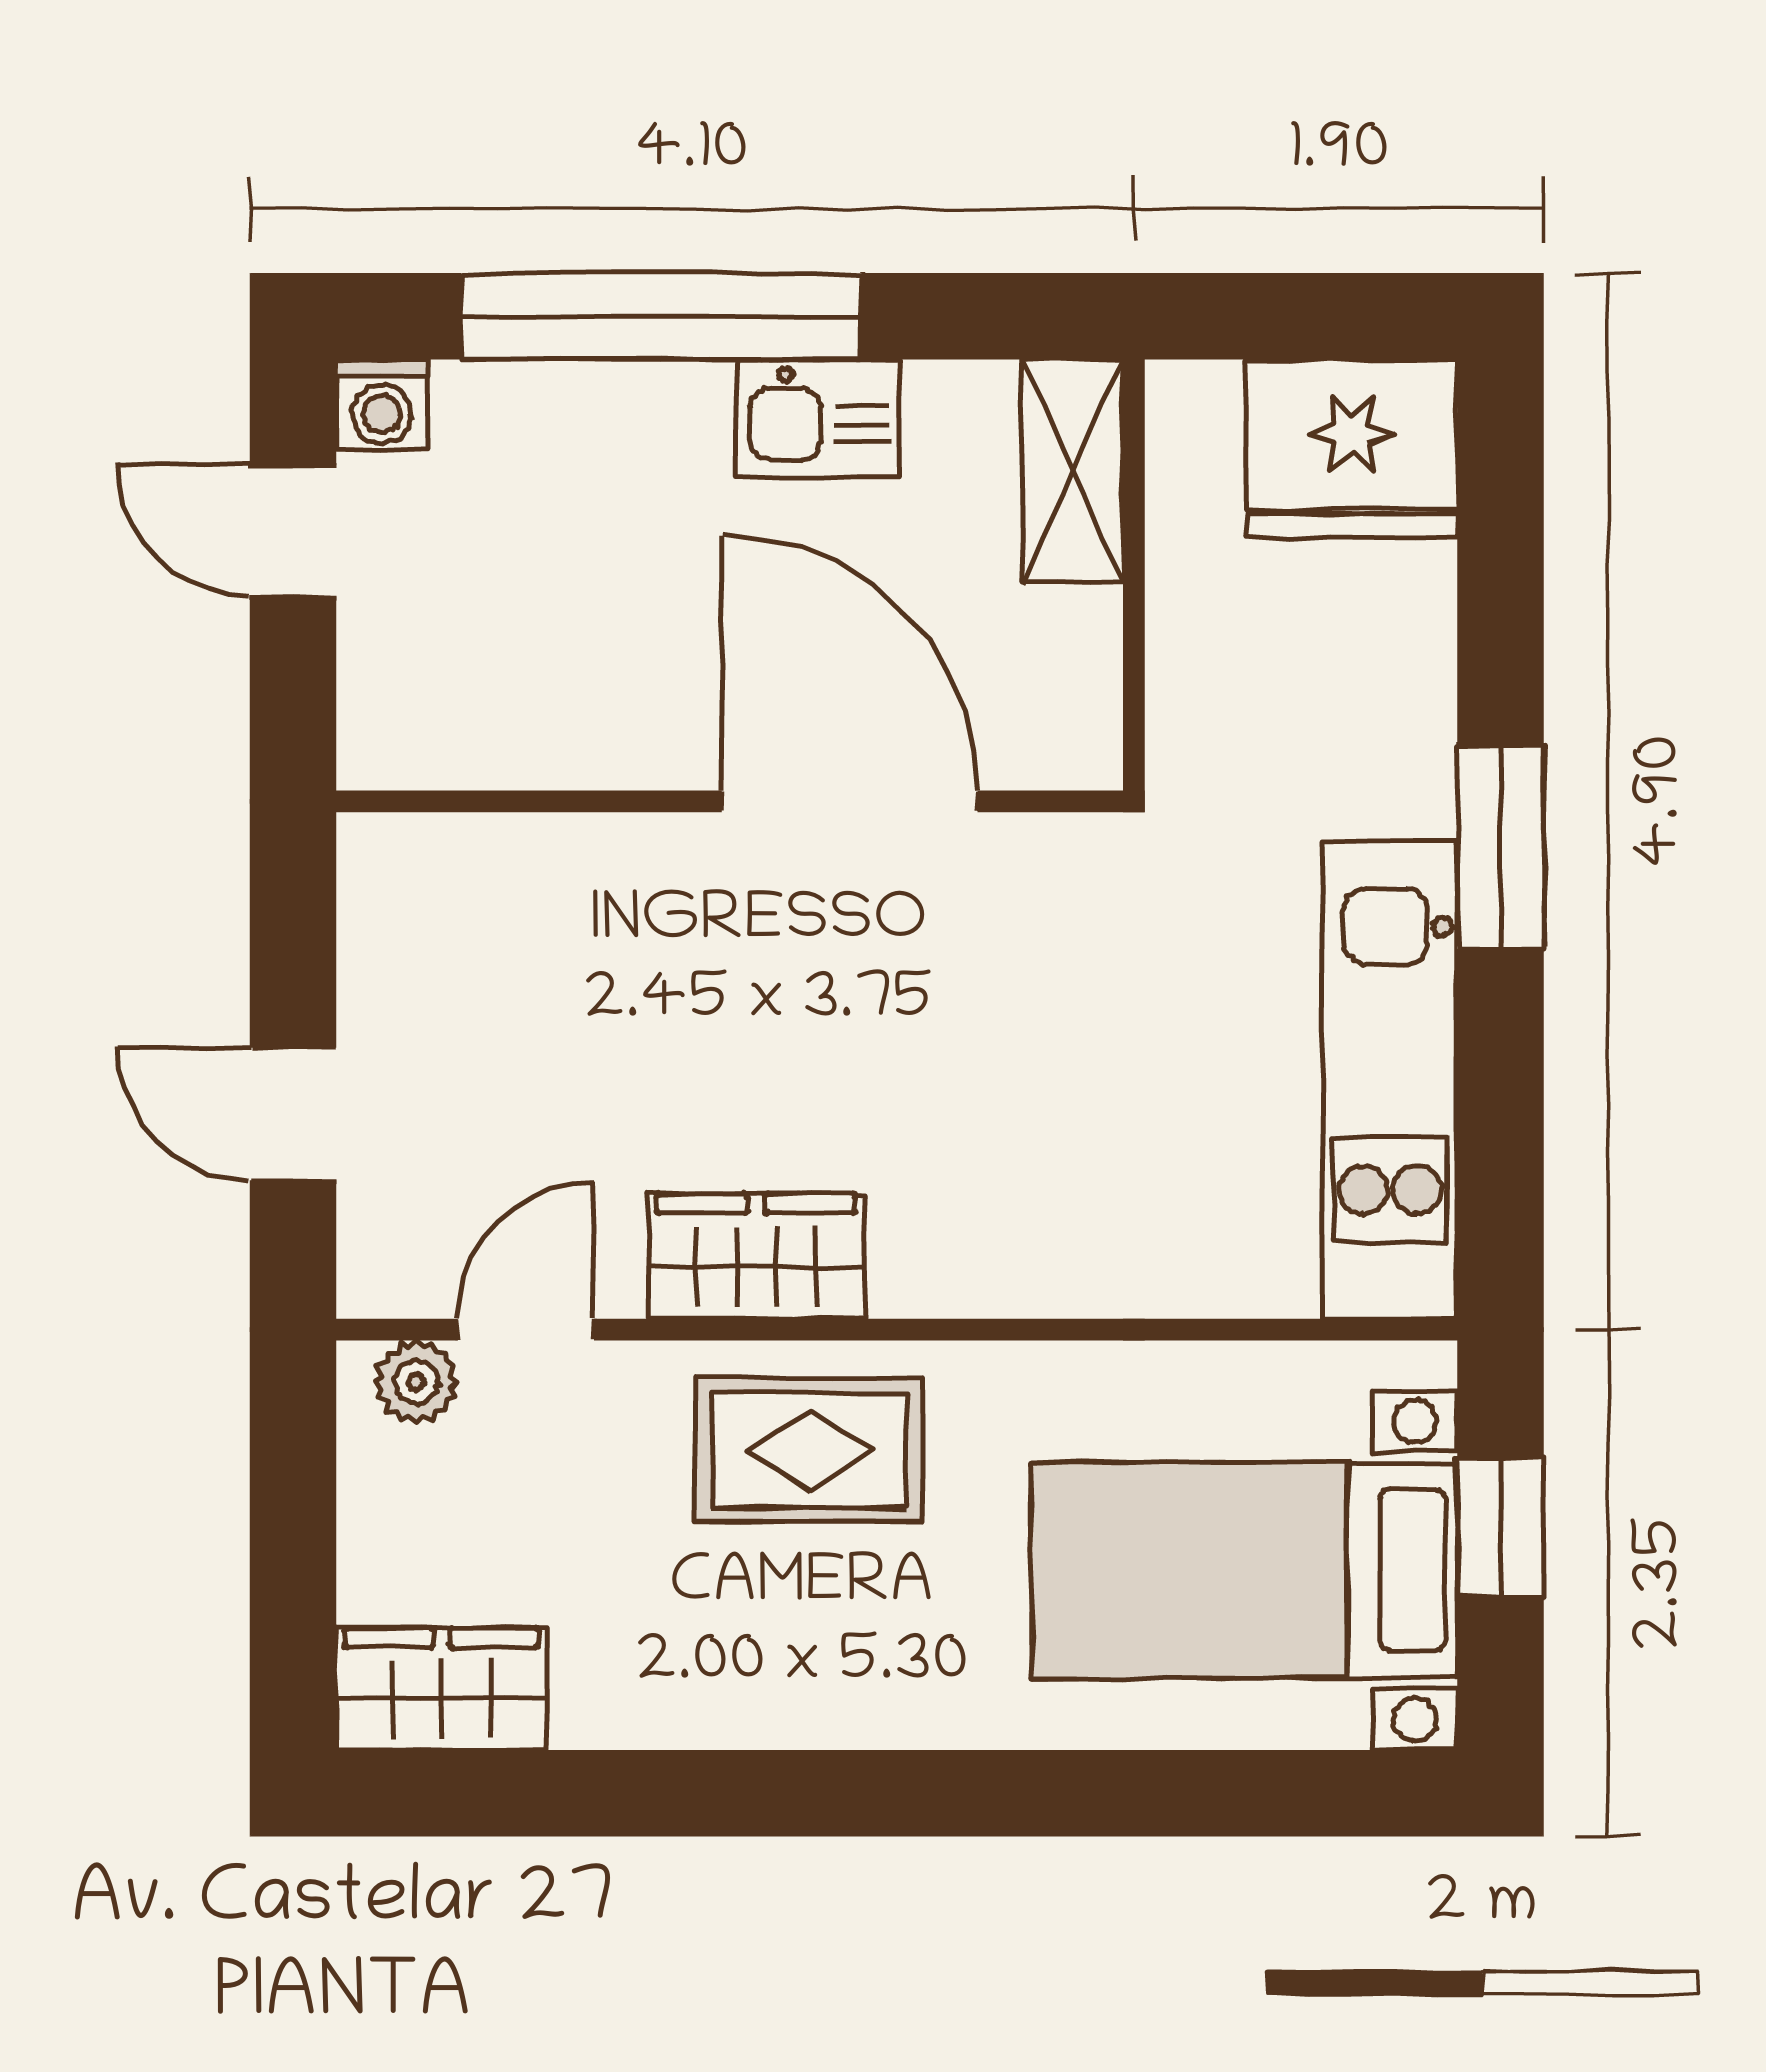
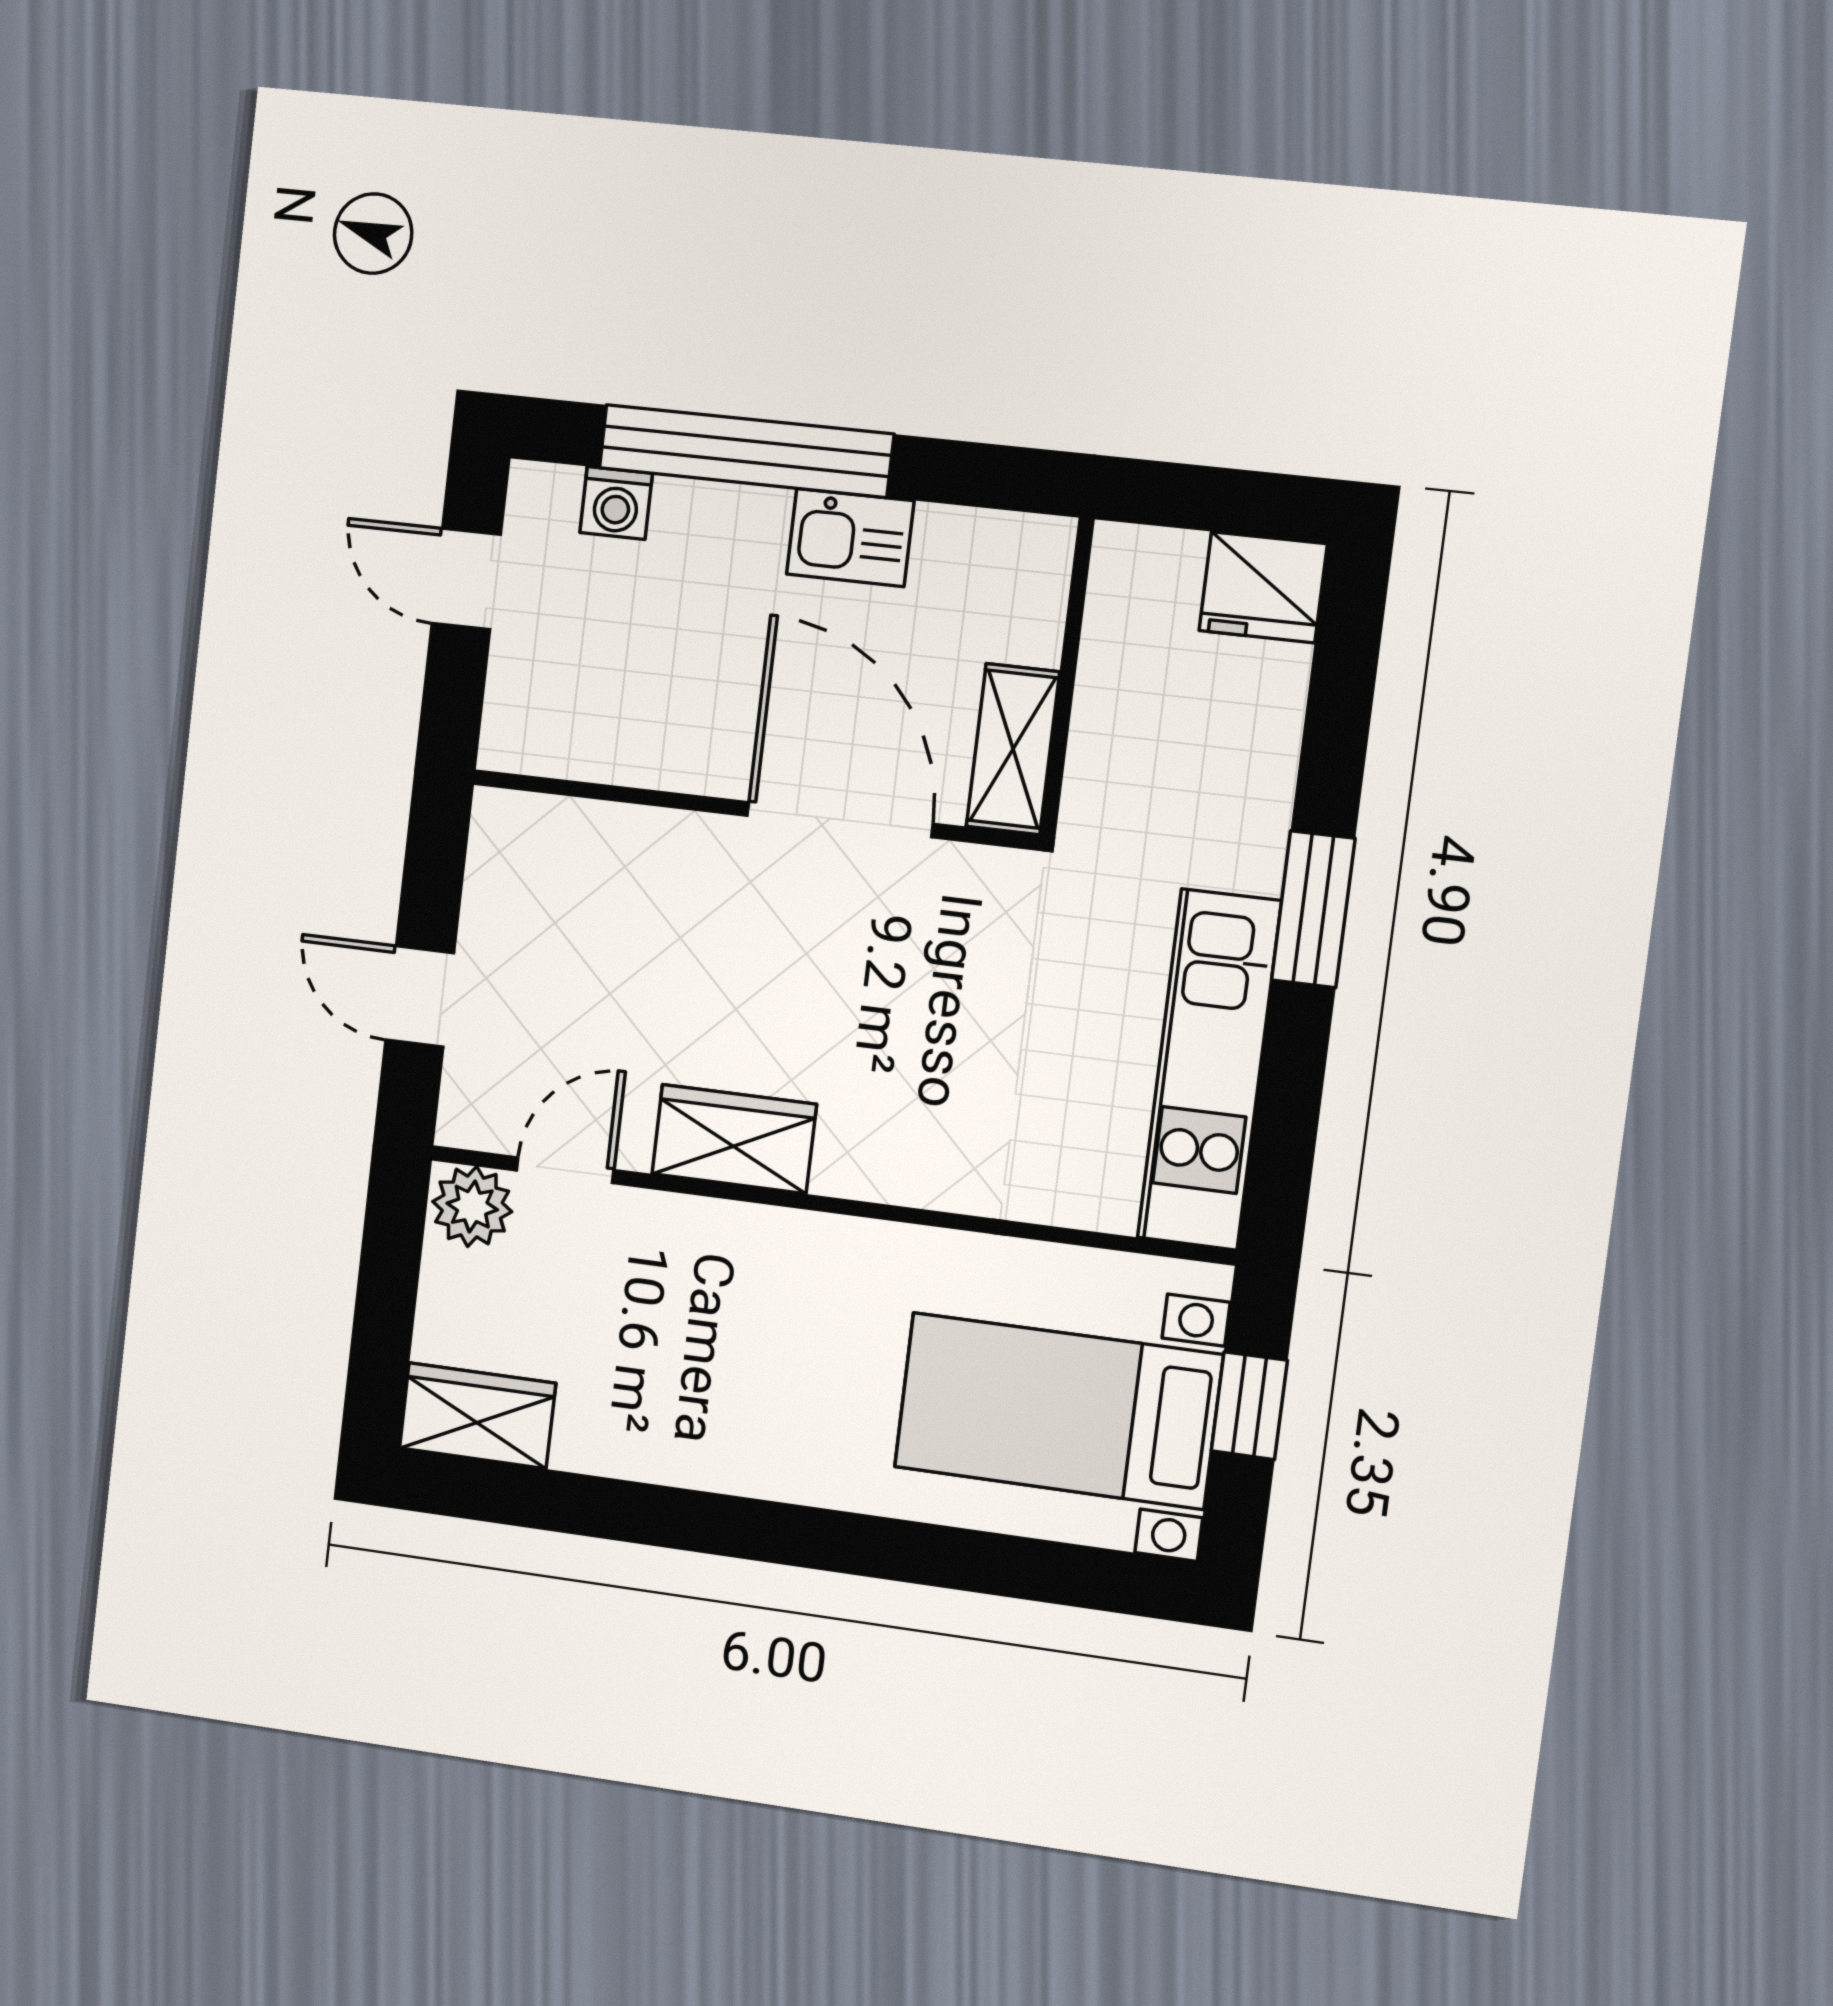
washing machine: (382, 405) -> (616, 503), moved
fridge: (1352, 449) -> (1263, 587), width x0.73, depth x0.75
shelving: (1073, 471) -> (1013, 749), moved
plant: (416, 1382) -> (472, 1207), width x1.38, depth x1.38
rug: (809, 1450) -> (755, 1282), removed

